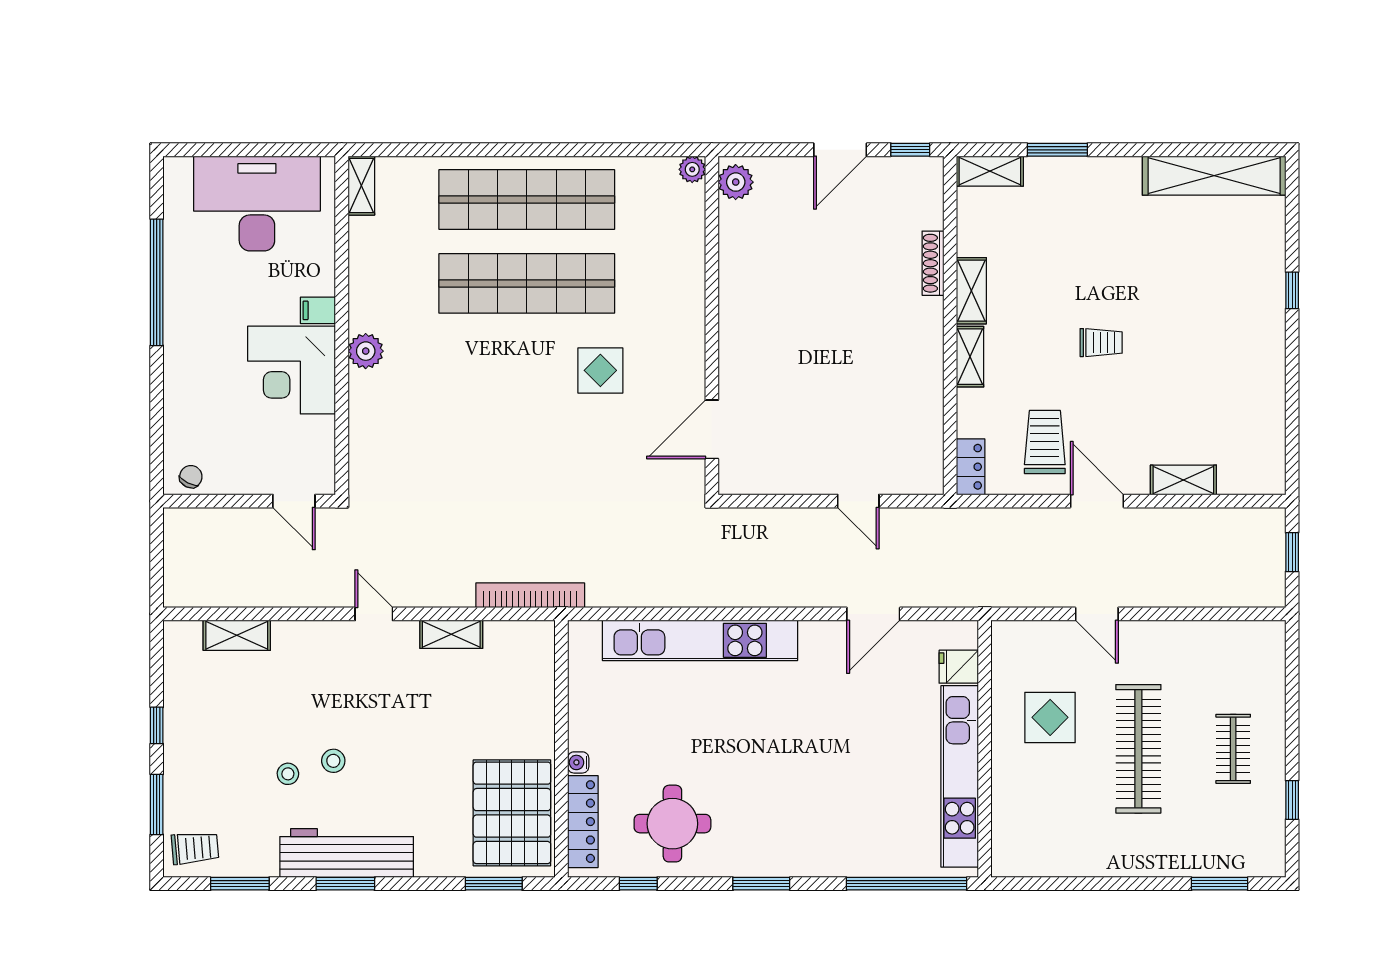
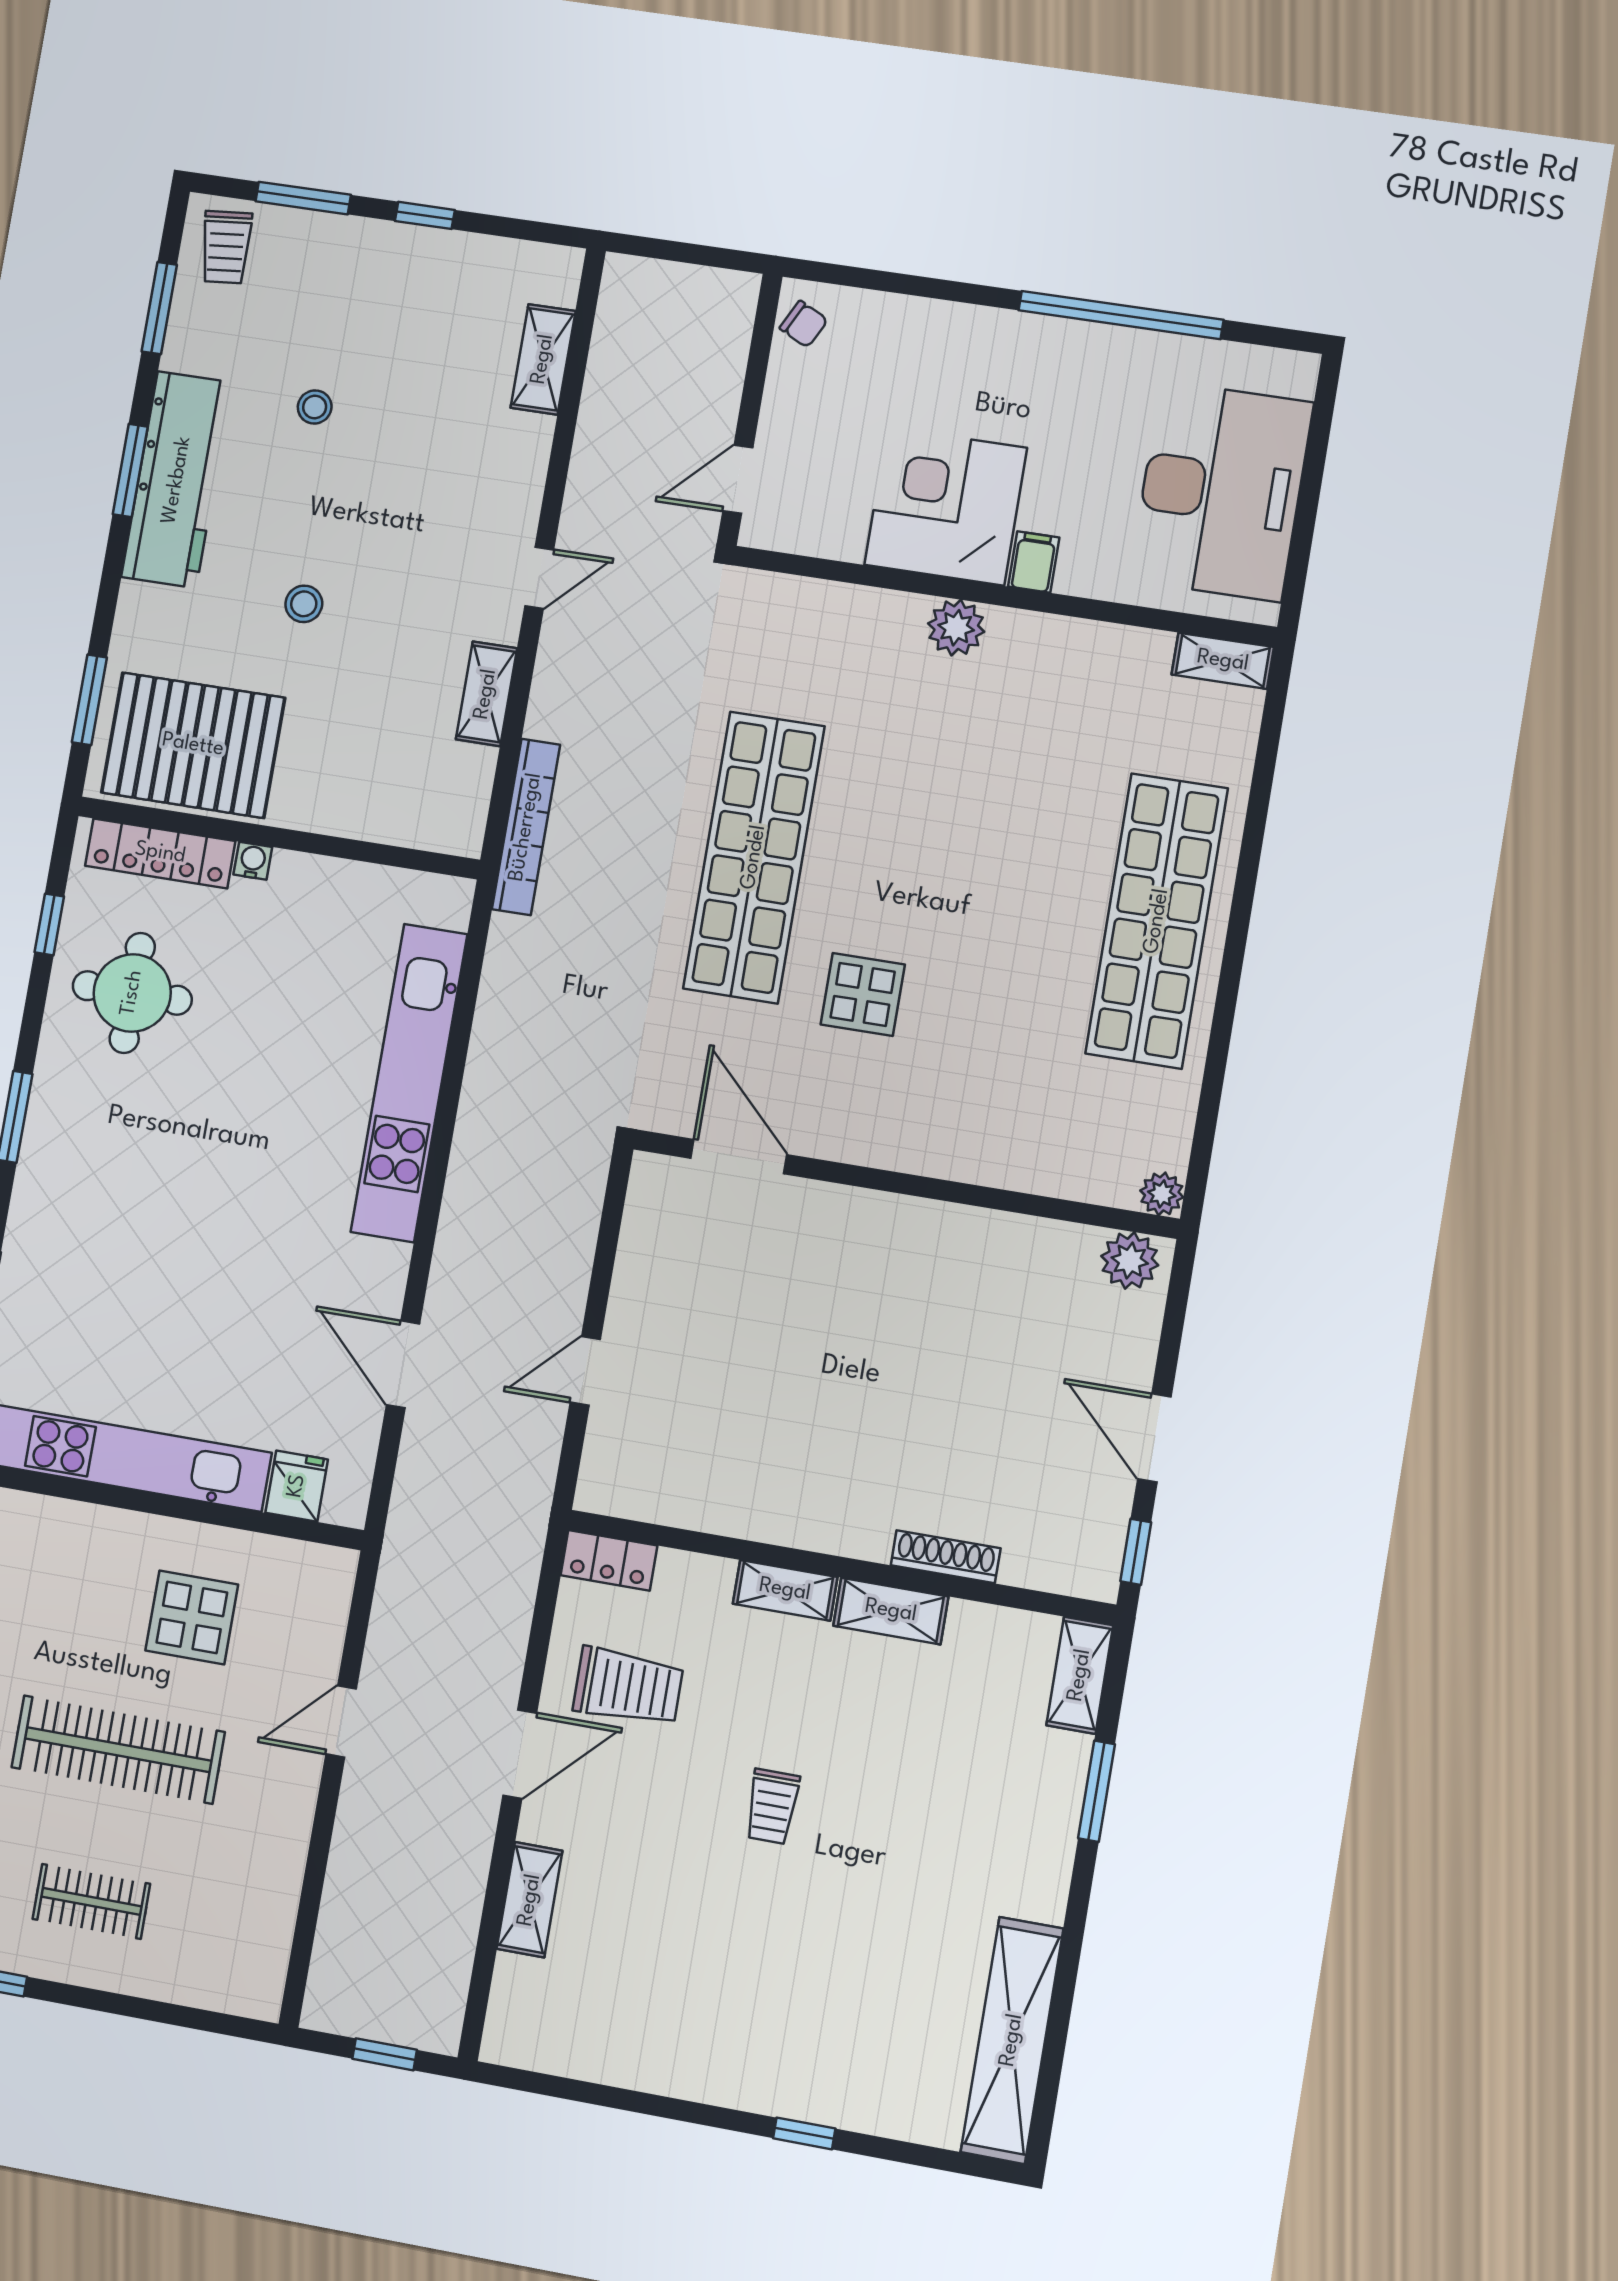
shop shelf: (527, 283) -> (754, 857), moved
stool: (333, 761) -> (304, 604), moved

